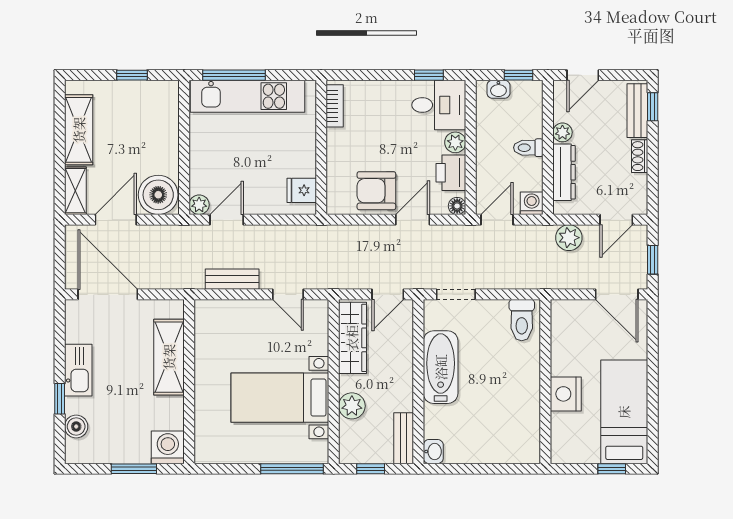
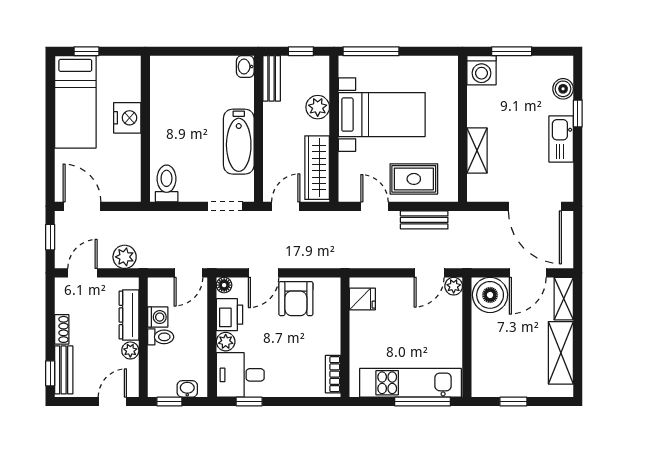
armchair: (376, 191) -> (296, 299), turned 90
washing machine: (532, 203) -> (158, 317), moved, turned -90
rug: (244, 325) -> (414, 179), added
shelving: (169, 357) -> (477, 151), width x0.67, depth x0.75

